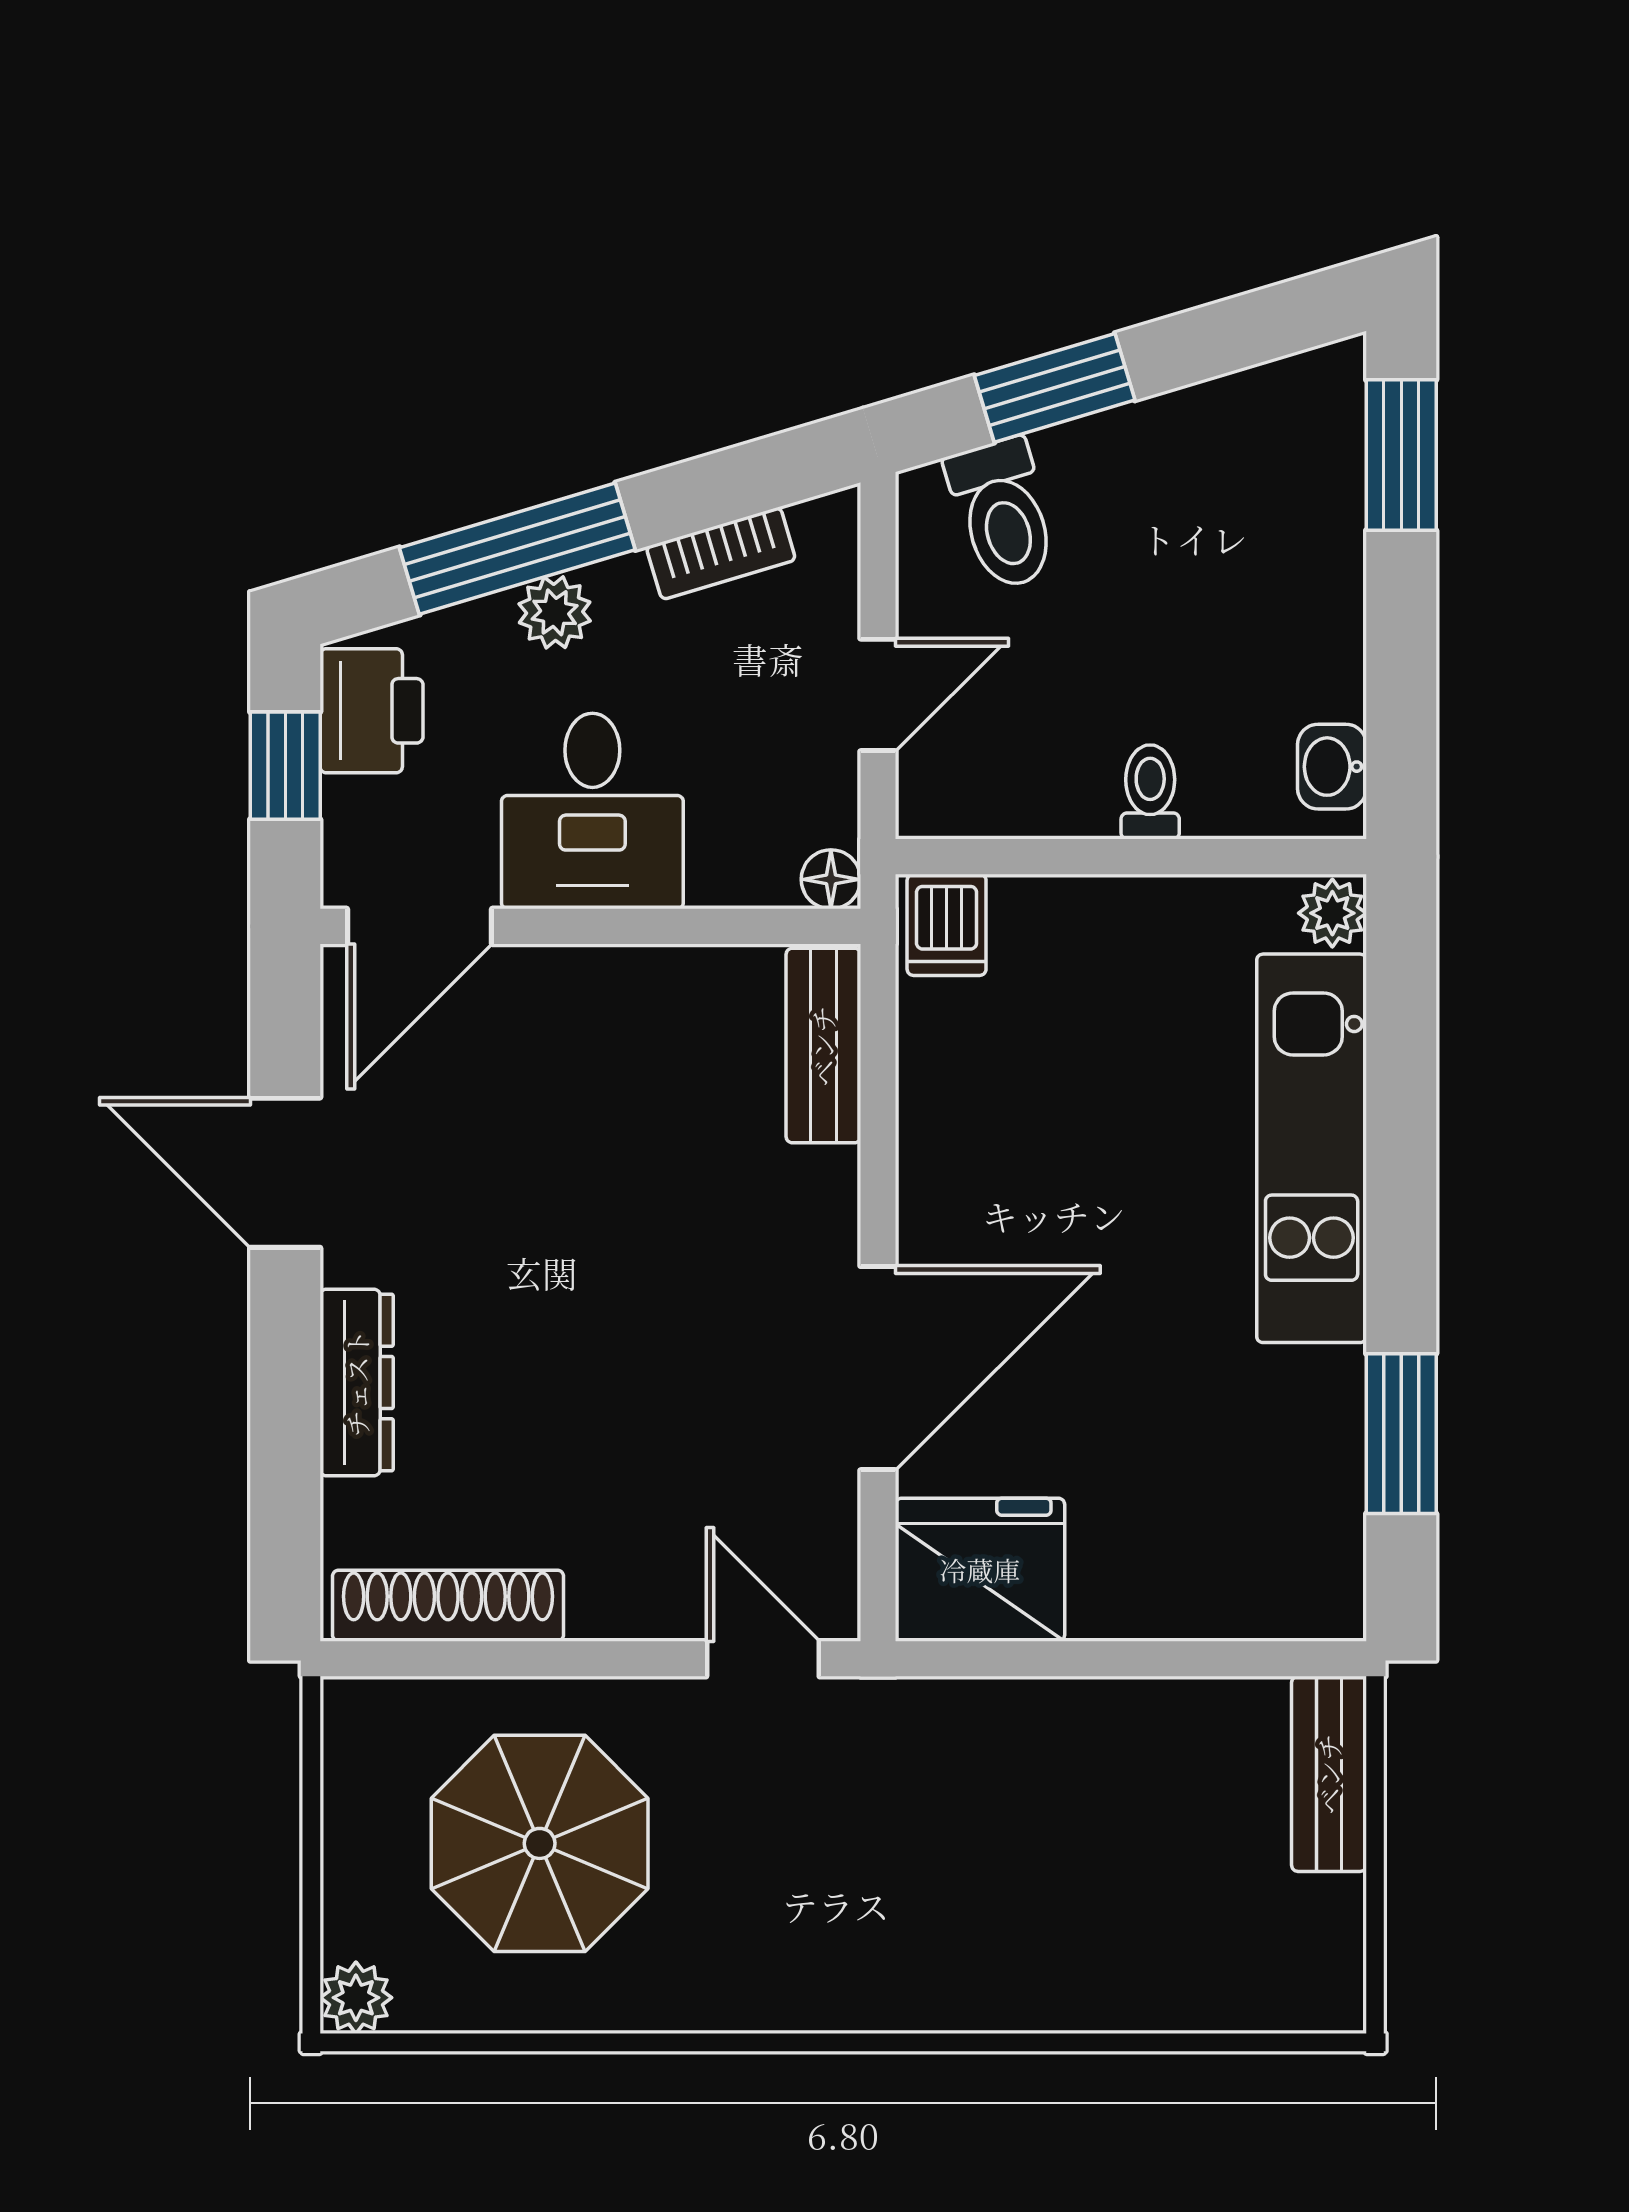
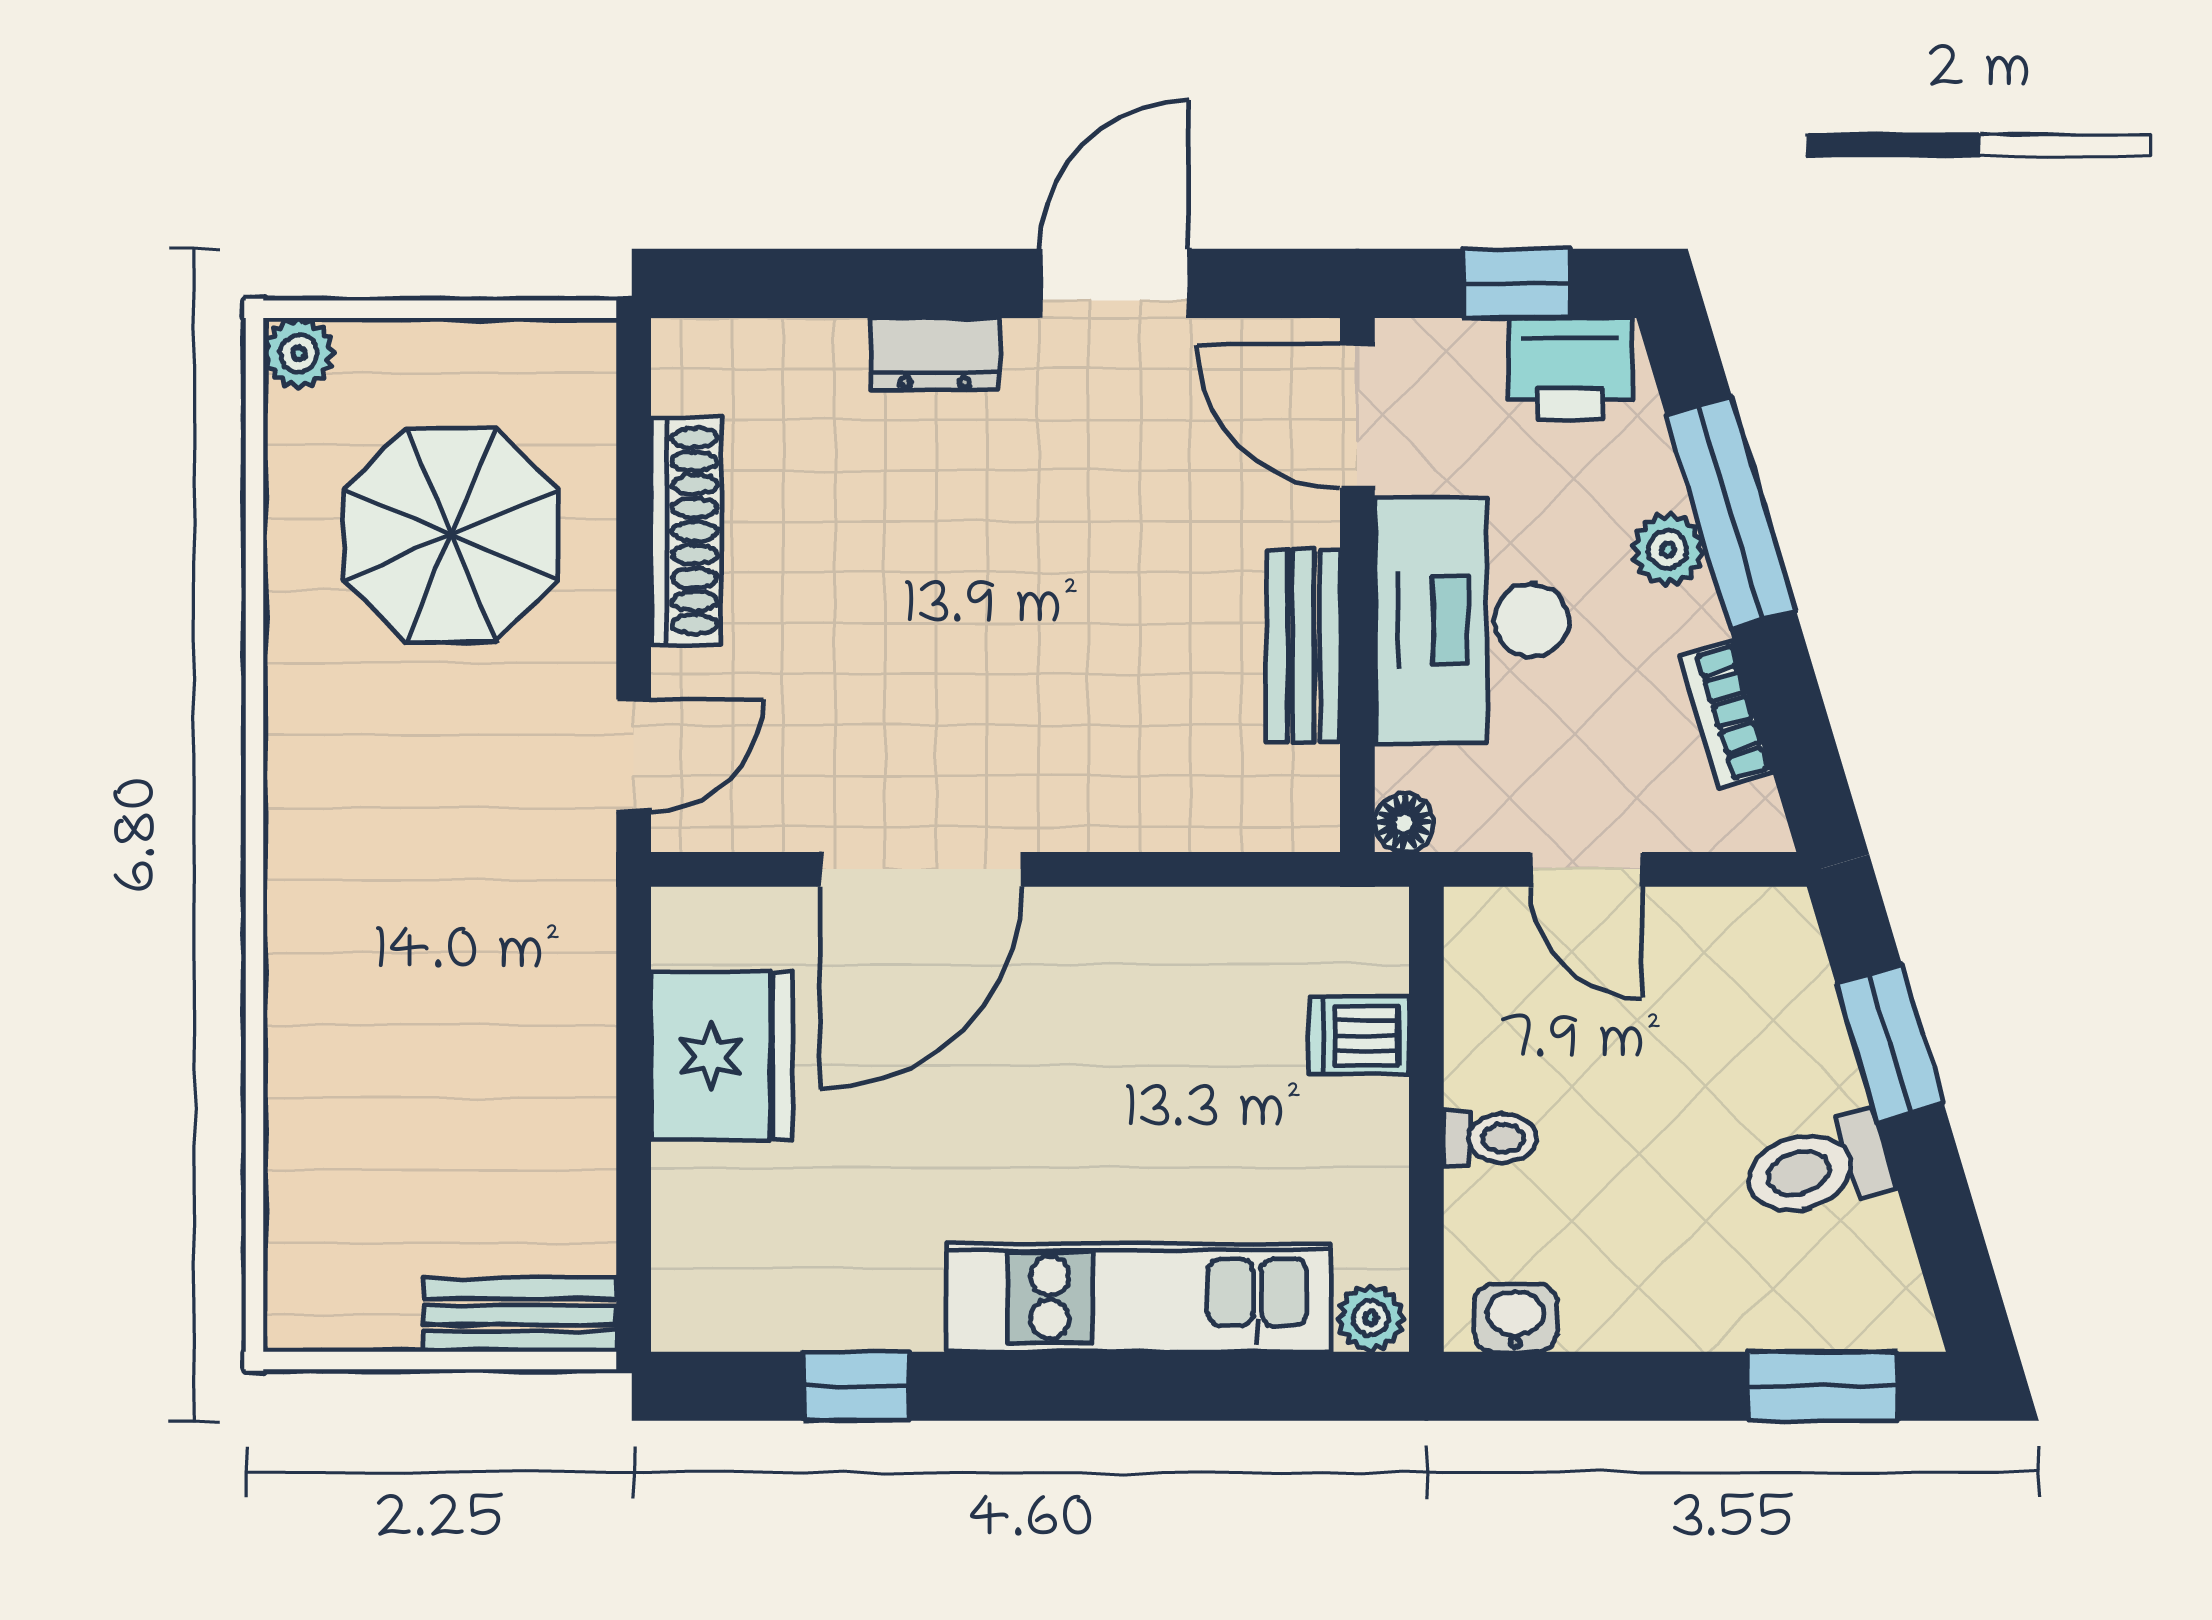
toilet: (1003, 514) -> (1817, 1168), moved
desk: (592, 811) -> (1471, 620), width x1.37
dishwasher: (947, 925) -> (1359, 1036), moved
bench: (823, 1046) -> (1303, 646), moved, turned 90
door: (878, 1368) -> (921, 869), hinge flipped
dresser: (357, 1383) -> (935, 354), width x0.70
window: (1401, 1434) -> (856, 1386), width x0.67
fridge: (980, 1570) -> (722, 1056), moved
shoe rack: (448, 1606) -> (686, 531), moved

